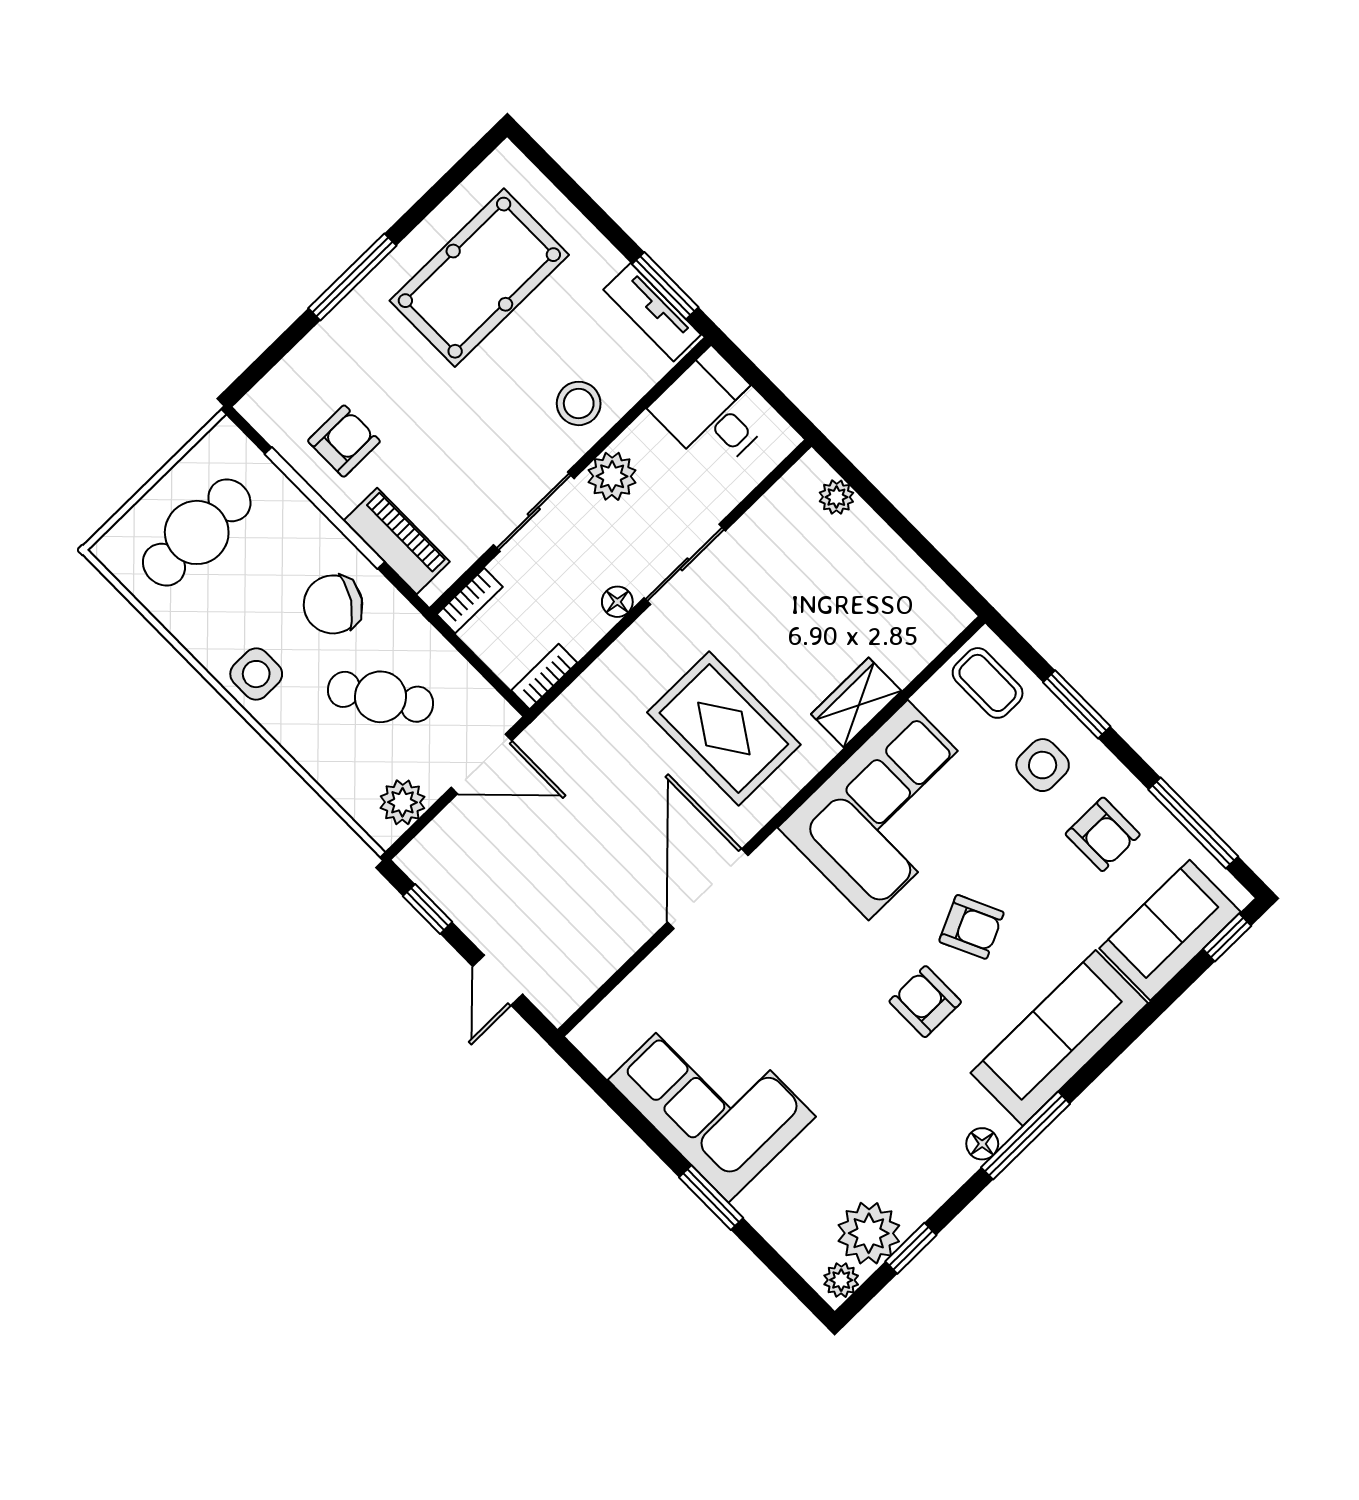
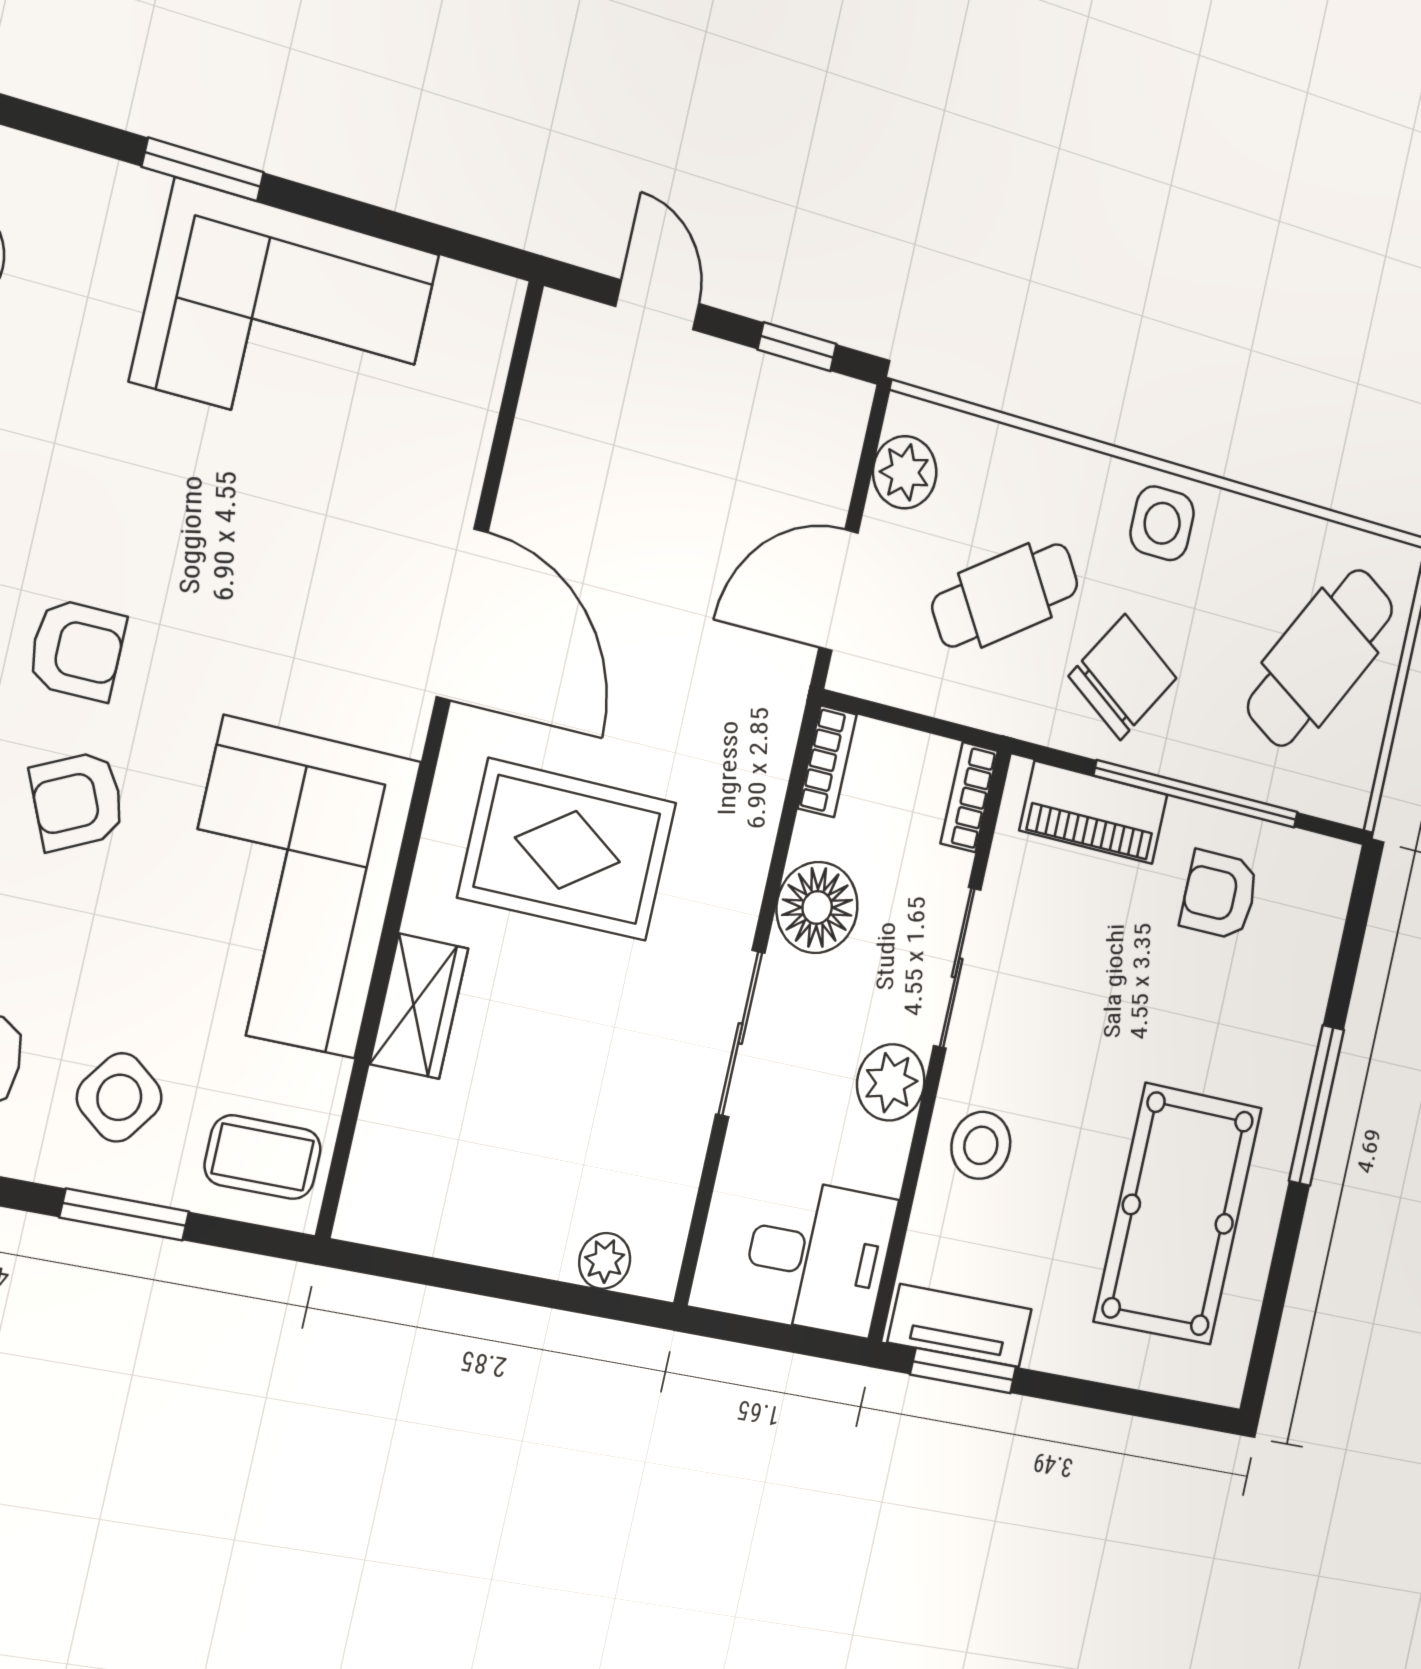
armchair: (344, 441) -> (1219, 895), turned 90
cafe table: (197, 532) -> (1320, 658), turned 30
floor lamp: (617, 602) -> (817, 907), width x1.89, depth x1.89
side table: (1043, 765) -> (119, 1097), turned 37

